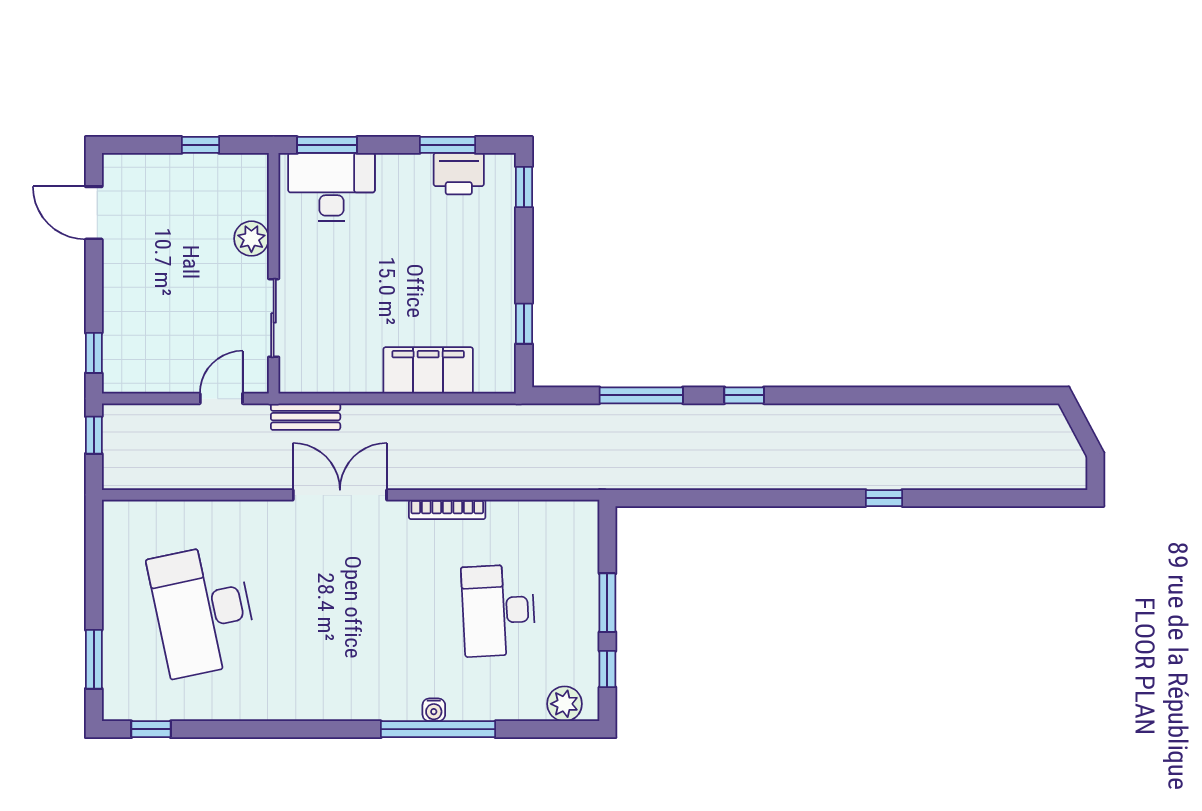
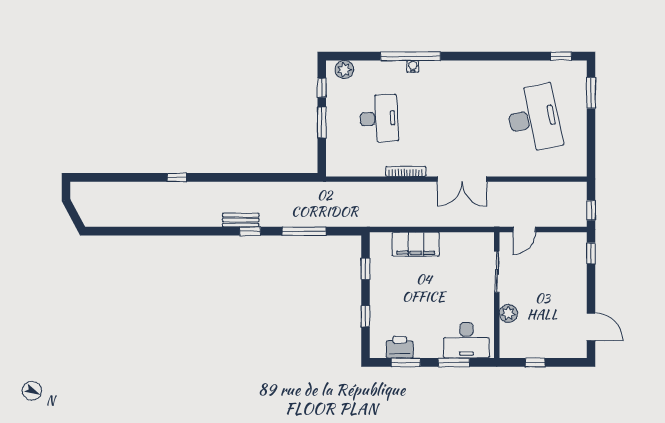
window: (327, 145) -> (454, 362), moved
window: (524, 187) -> (366, 316), moved
bench: (306, 417) -> (241, 220), moved

